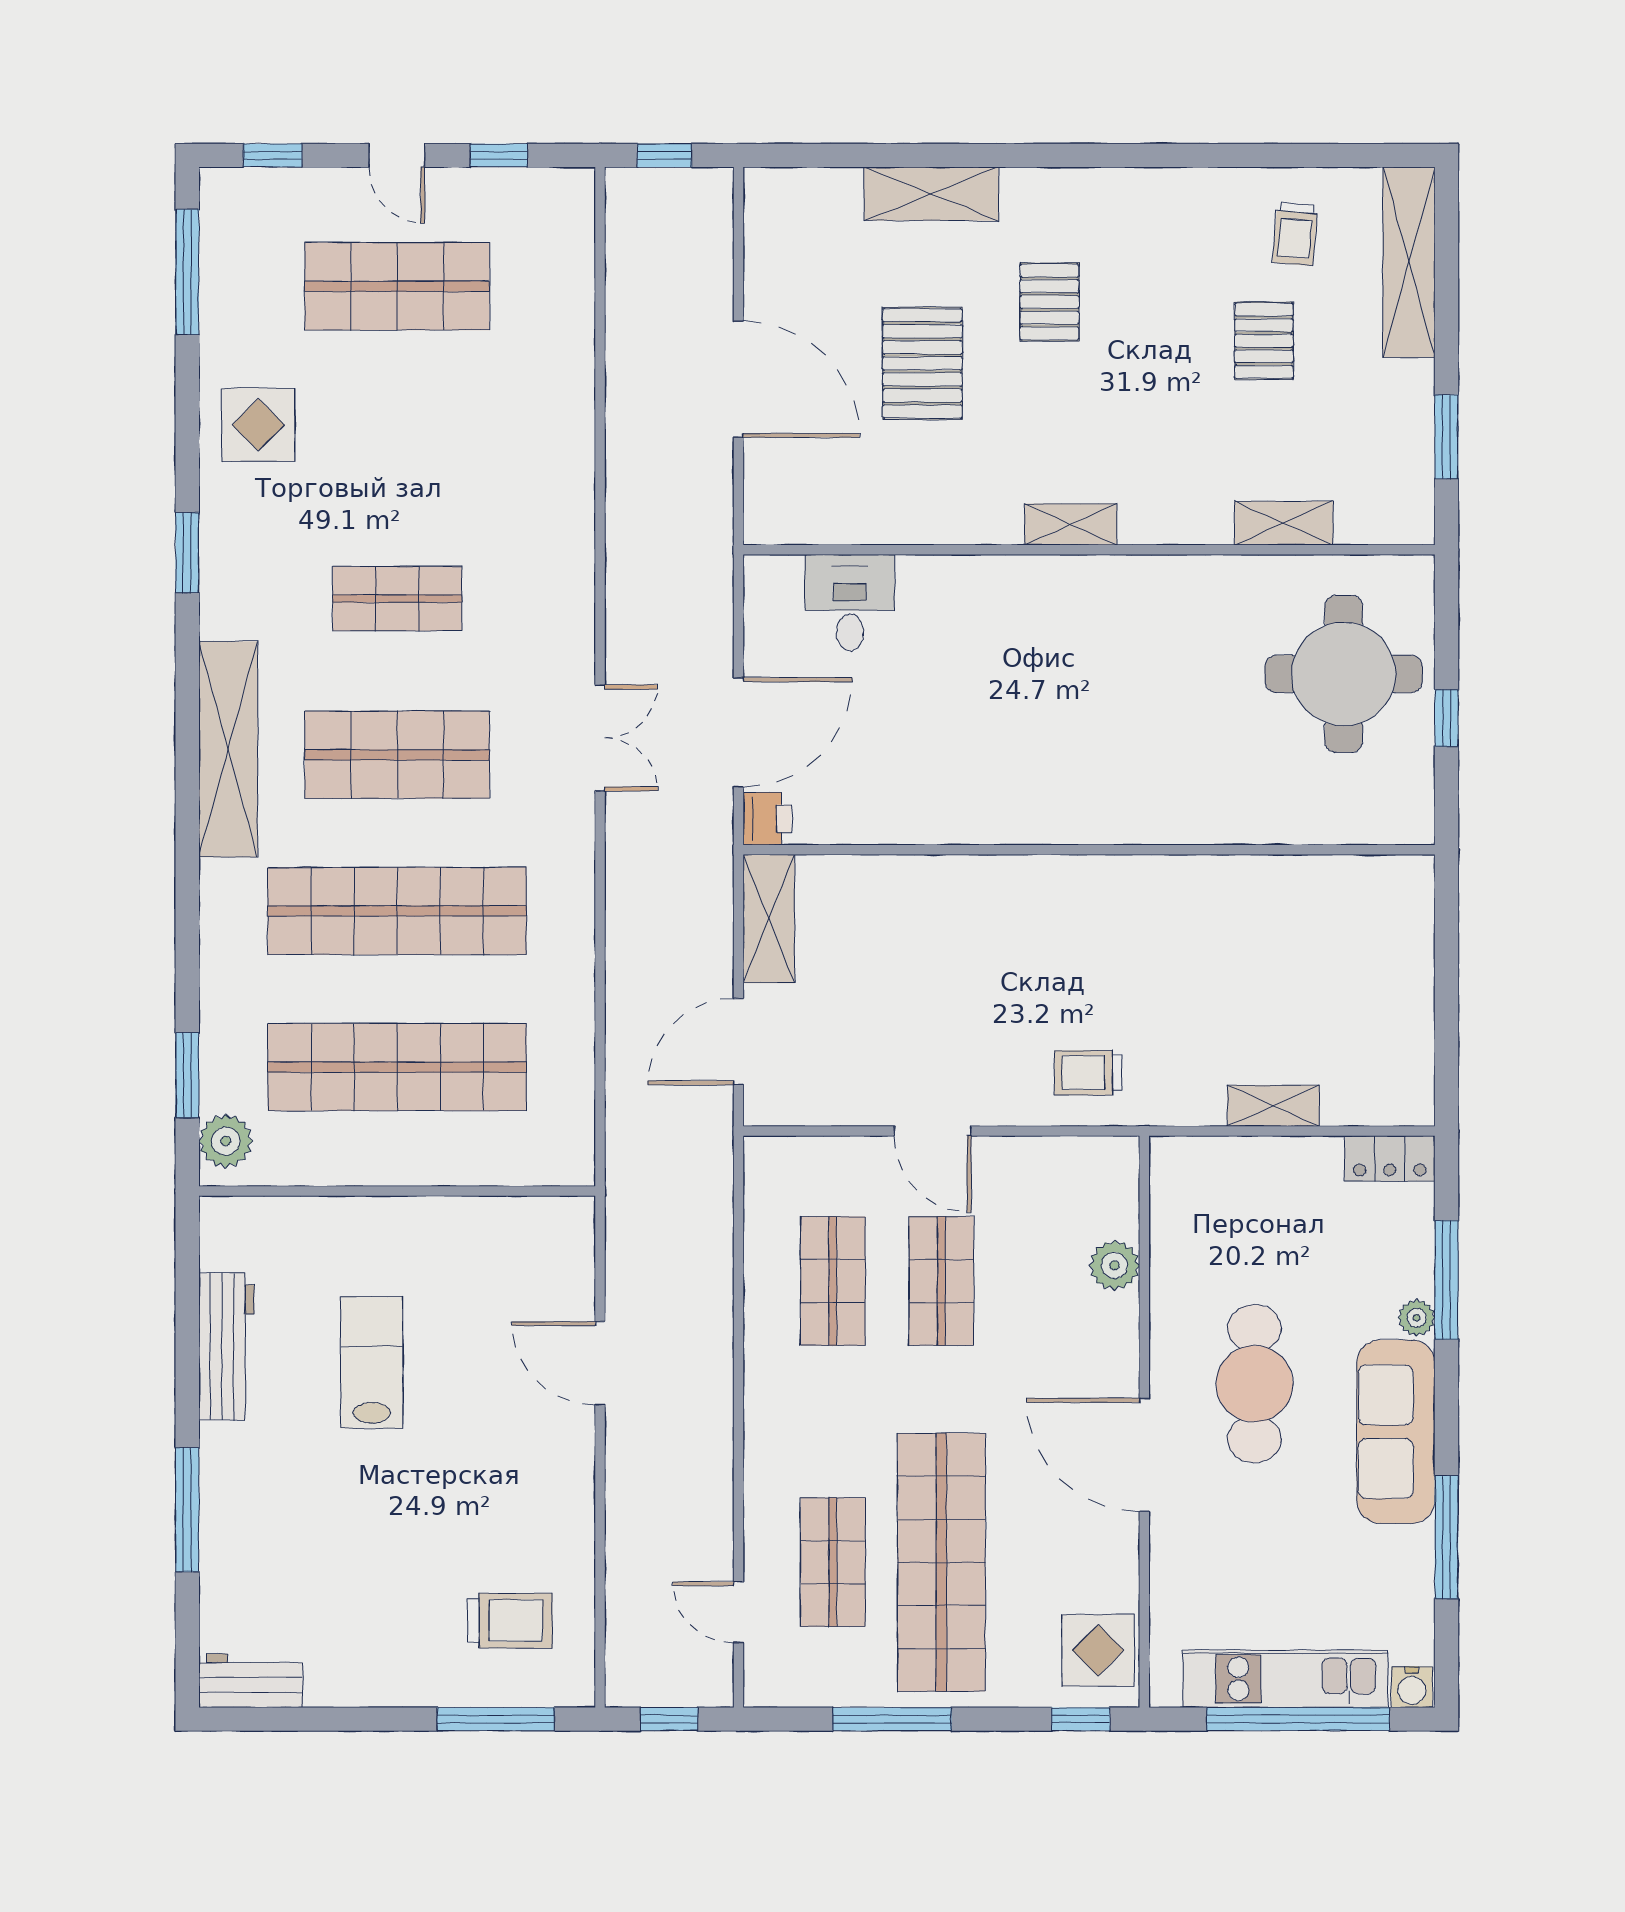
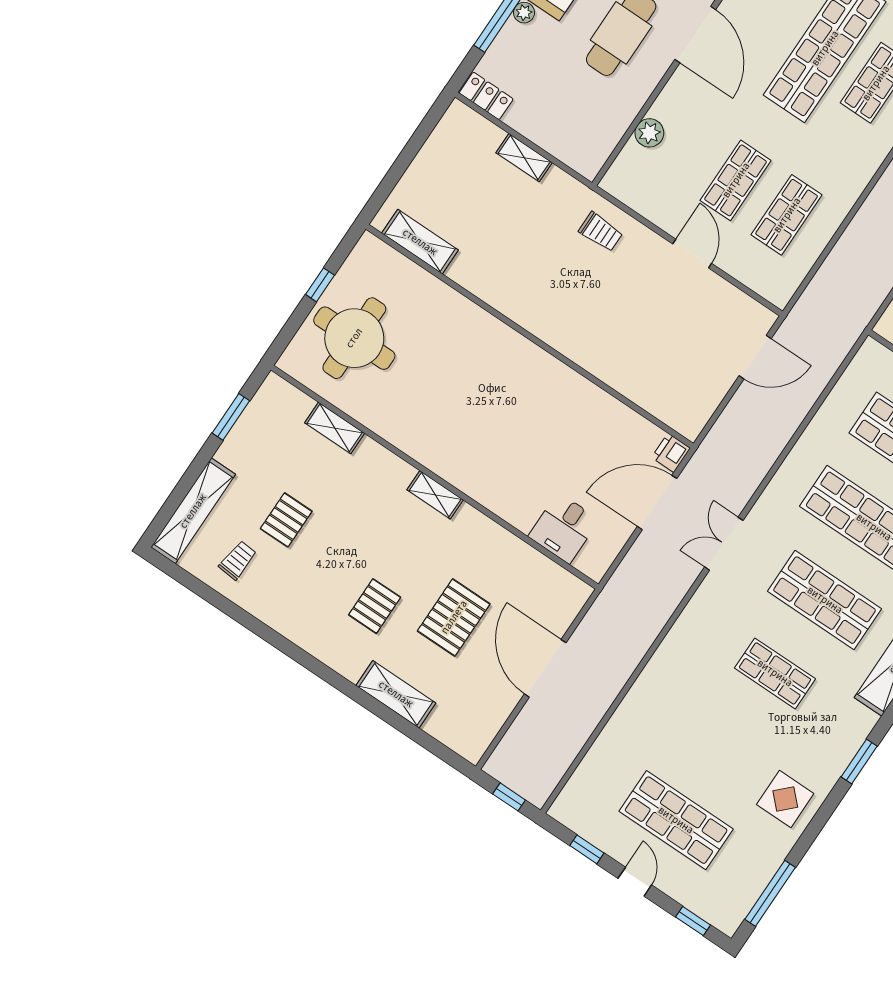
shelving: (769, 919) -> (420, 242), moved, turned 90

